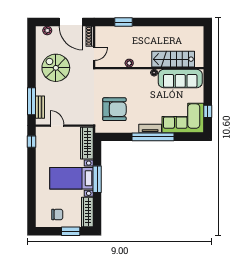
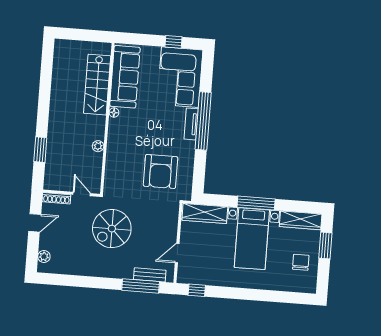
door: (71, 22) -> (35, 223), width x0.53
spiral stairs: (56, 68) -> (112, 229), moved
armchair: (114, 109) -> (161, 171), turned 180

